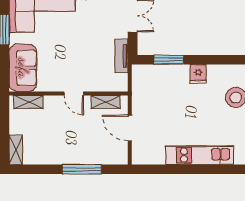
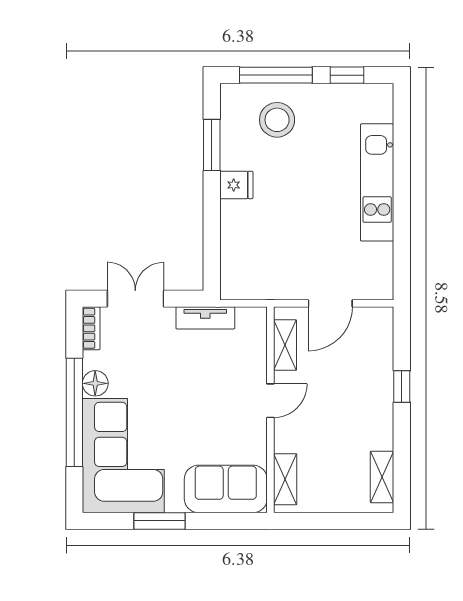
window: (169, 60) -> (212, 145), moved
shelving: (16, 150) -> (382, 477), moved, turned 90
window: (82, 169) -> (402, 387), width x0.46

